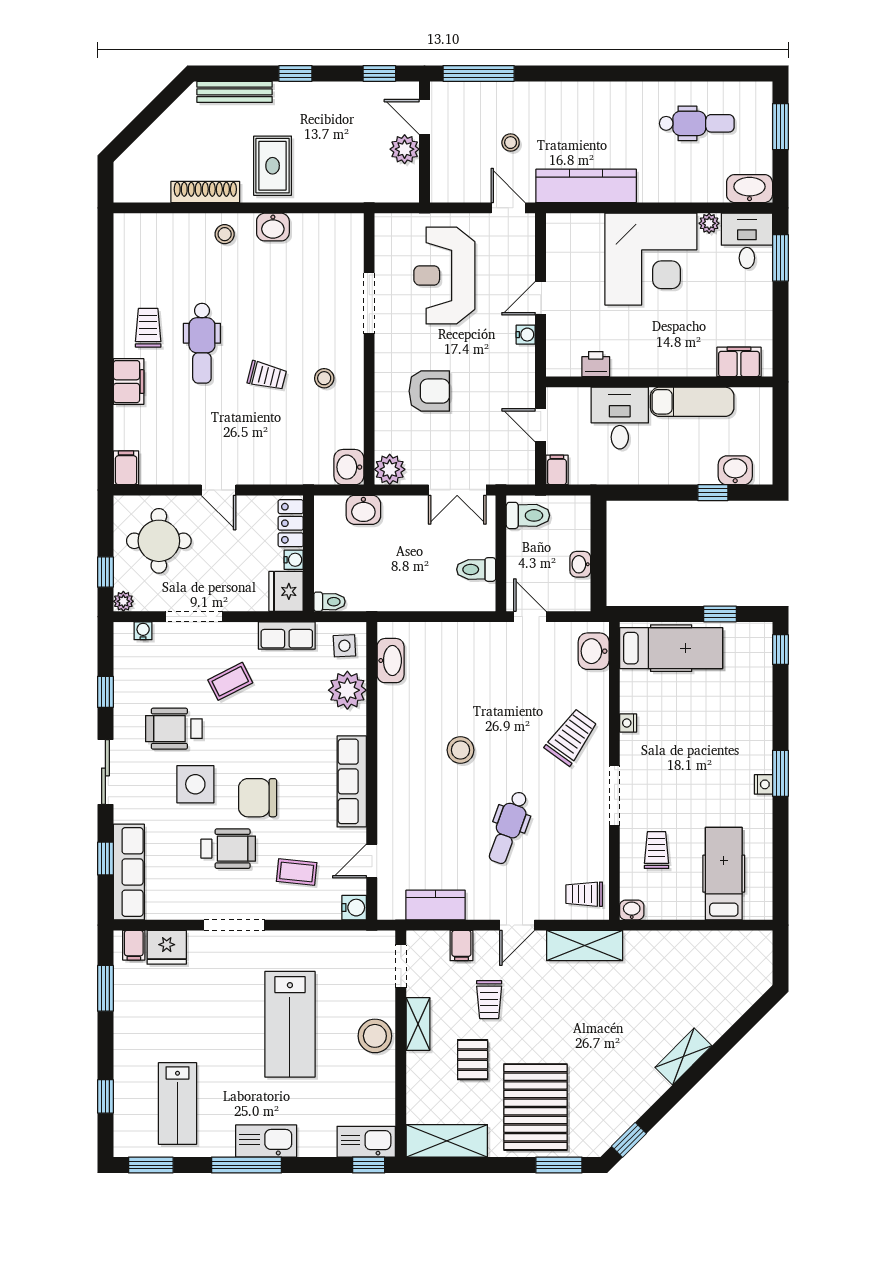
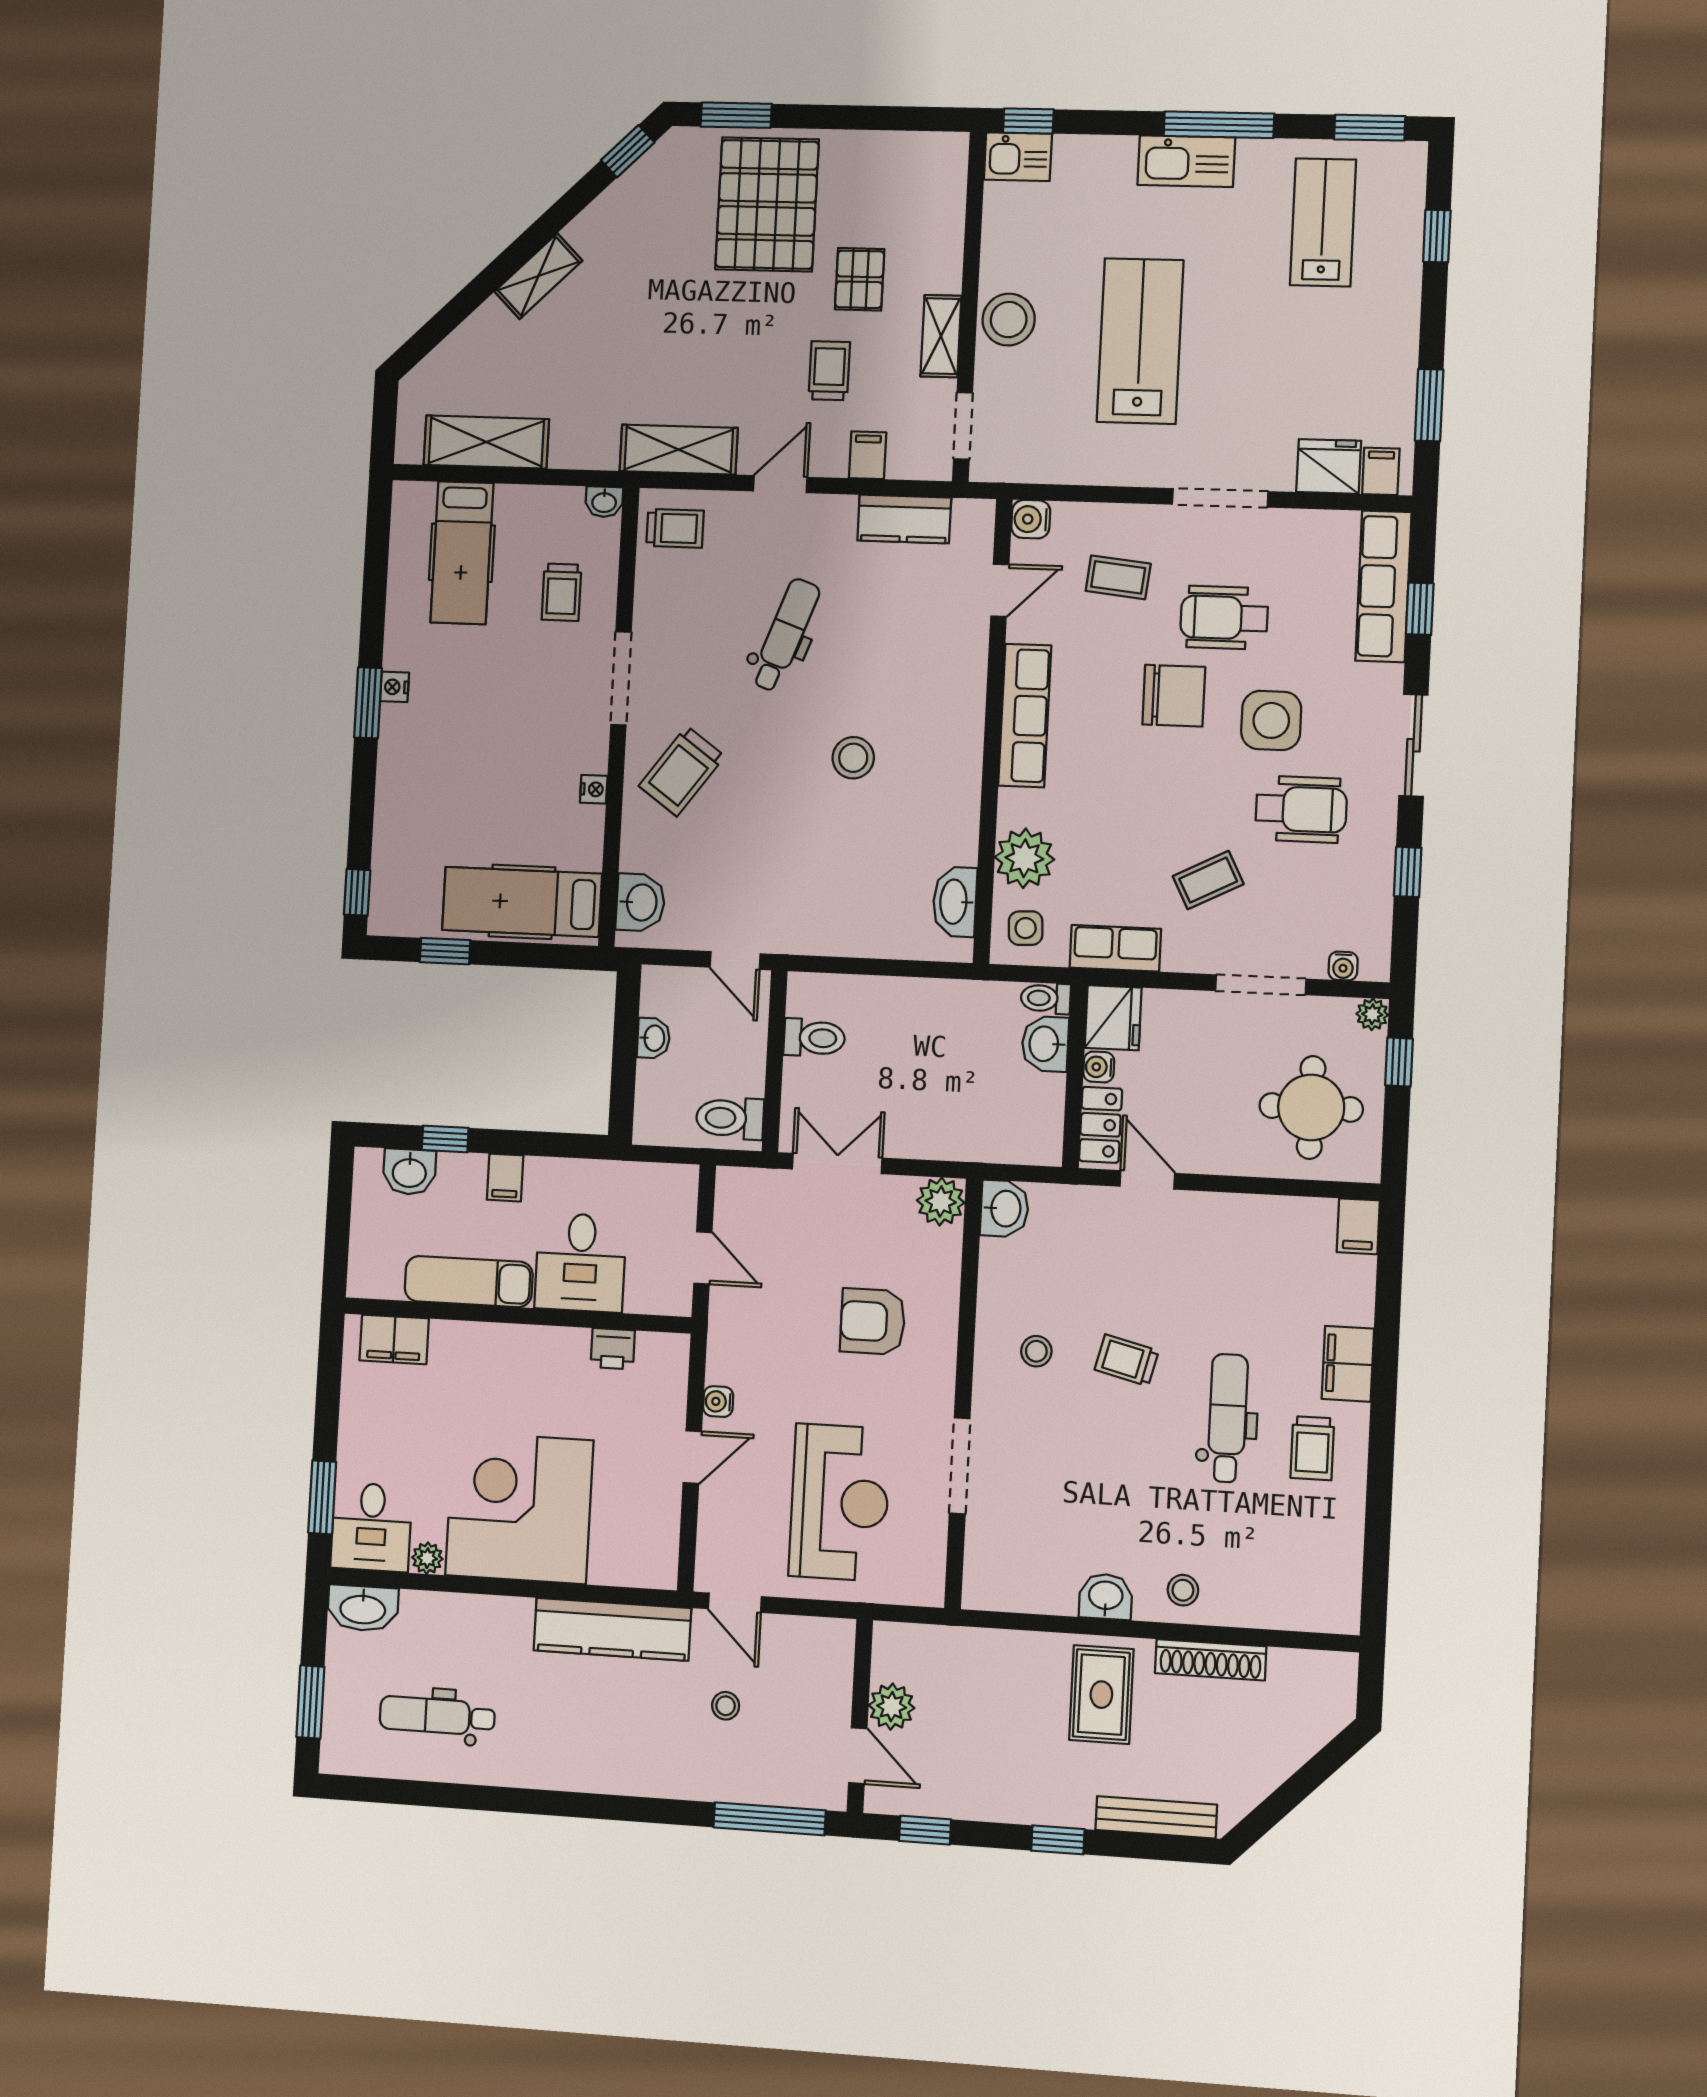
filing cabinet: (557, 470) -> (505, 1178), moved
door: (218, 490) -> (1147, 1180), moved
washbasin: (363, 510) -> (1045, 1044), moved, turned -90
shelving: (447, 1141) -> (486, 442), moved
kitchen sink: (366, 1142) -> (1018, 157), width x0.73

